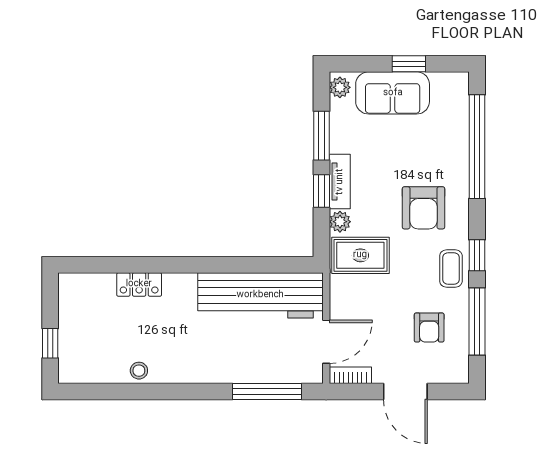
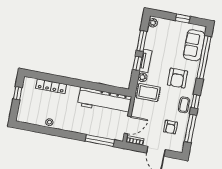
sofa: (393, 93) -> (194, 45), moved, turned 90
locker: (139, 284) -> (51, 86), width x1.53
window: (50, 343) -> (18, 93), moved

